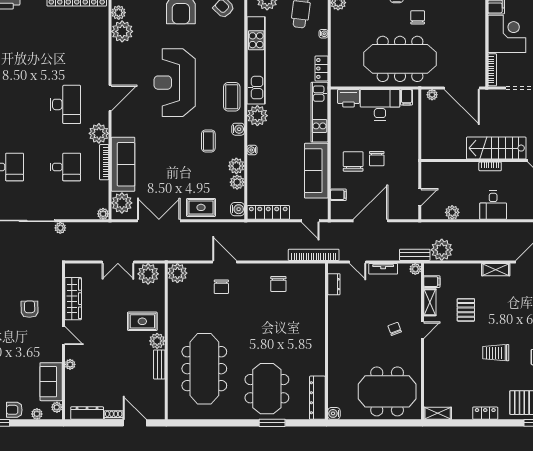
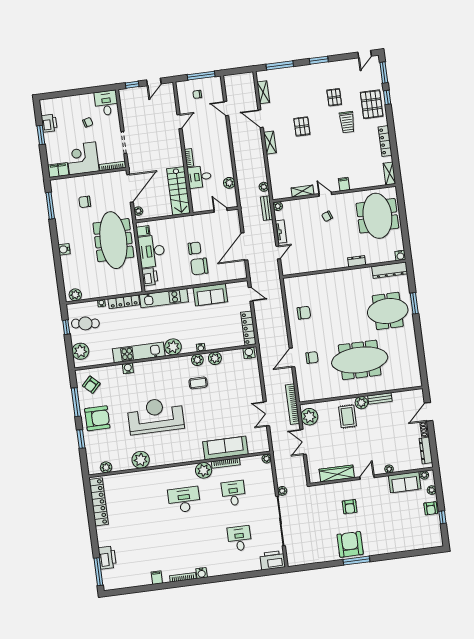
chair: (418, 17) -> (85, 202), moved
plant: (122, 31) -> (141, 460), moved
kitchen unit: (256, 60) -> (139, 352), width x0.73
locker: (322, 68) -> (124, 302), width x1.53
reception desk: (175, 83) -> (156, 416), turned 180
coffee table: (232, 97) -> (161, 369), removed
door: (110, 98) -> (174, 465), removed
water cooler: (238, 129) -> (128, 368), moved
stairs: (496, 148) -> (179, 191), moved
sofa: (316, 171) -> (210, 295), width x0.73
plant: (237, 182) -> (197, 360), moved
filing cabinet: (338, 195) -> (227, 275), removed
plant: (122, 203) -> (256, 445), removed
desk: (493, 205) -> (199, 177), moved, turned 180
rug: (201, 207) -> (251, 382), removed
double door: (159, 221) -> (266, 414), width x0.73
door: (310, 221) -> (251, 294), hinge flipped
door: (371, 221) -> (244, 247), hinge flipped
plant: (442, 250) -> (264, 187), width x0.53, depth x0.53
bookcase: (314, 255) -> (292, 404), moved
double door: (118, 262) -> (303, 442), swing flipped
plant: (177, 273) -> (306, 394), removed
filing cabinet: (432, 282) -> (344, 184), moved
dresser: (334, 284) -> (357, 261), moved
armchair: (30, 309) -> (350, 507), turned -89
pallet: (466, 310) -> (302, 126), moved, turned 90
trolley: (496, 353) -> (347, 122), moved
meeting table: (204, 369) -> (360, 360), moved
locker: (485, 413) -> (385, 141), width x1.53

